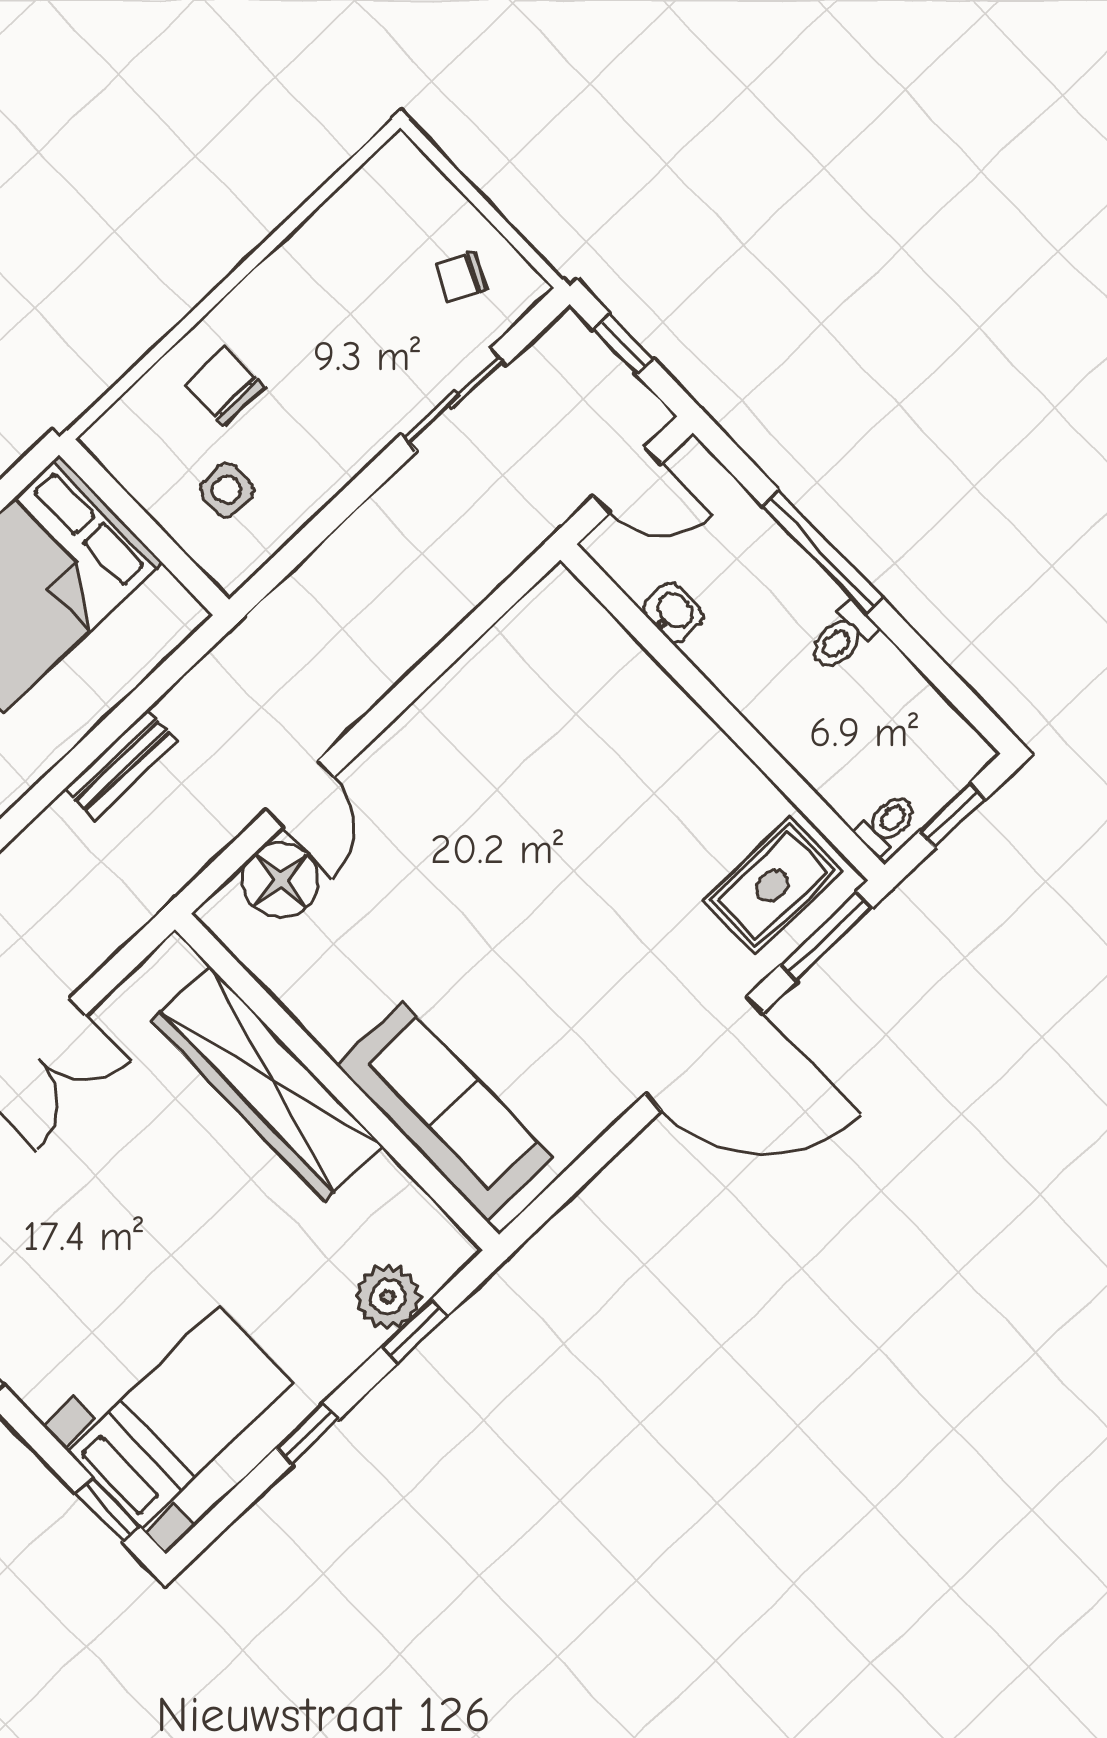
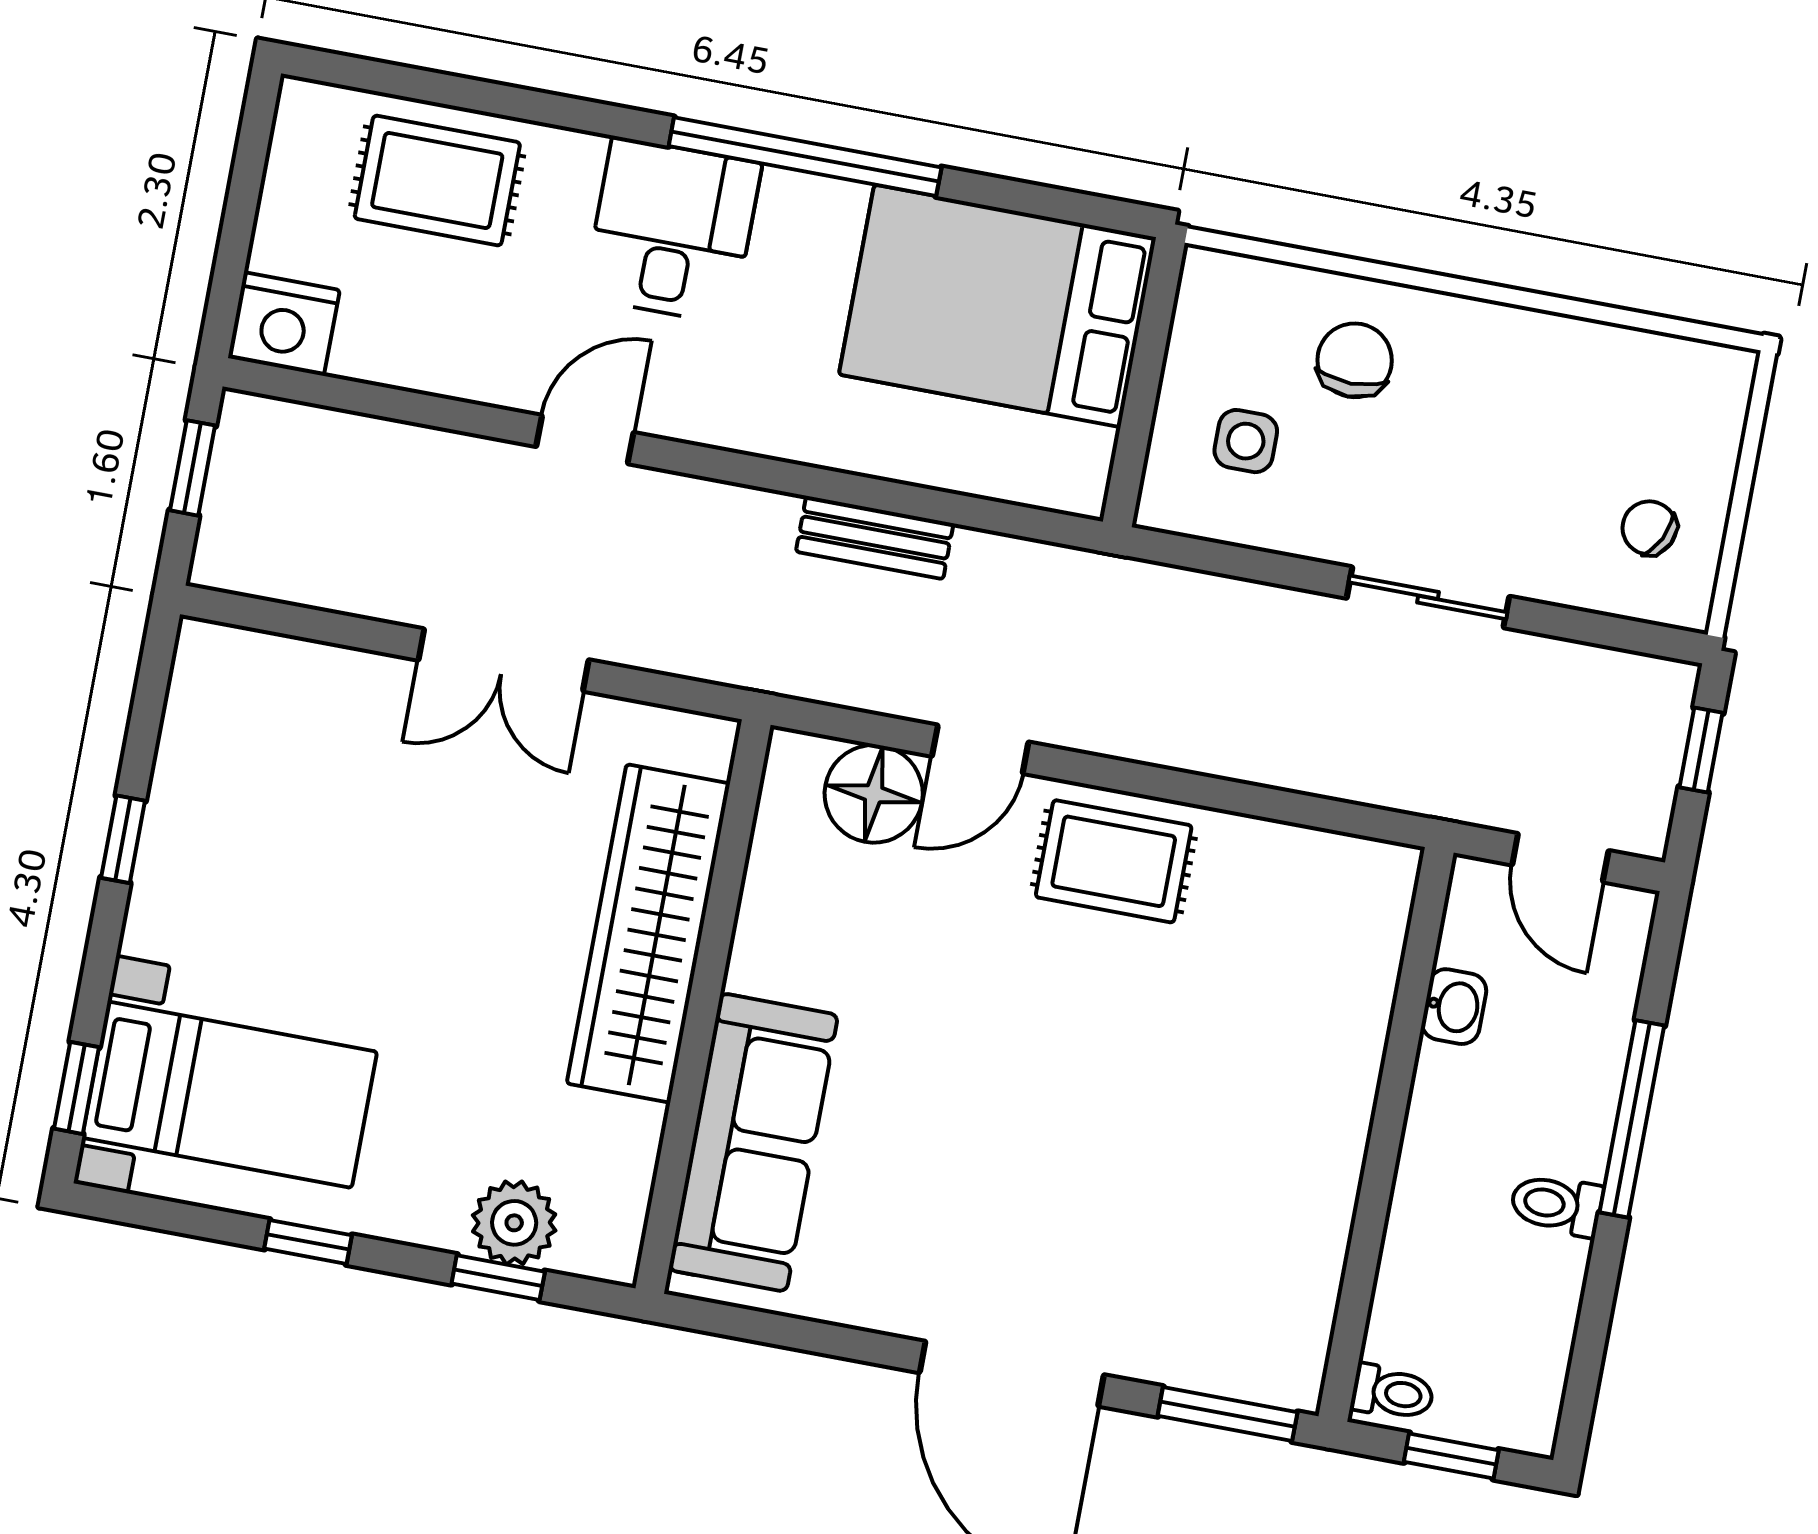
sliding door: (454, 400) -> (1428, 597), moved
rug: (773, 886) -> (1114, 861), moved

